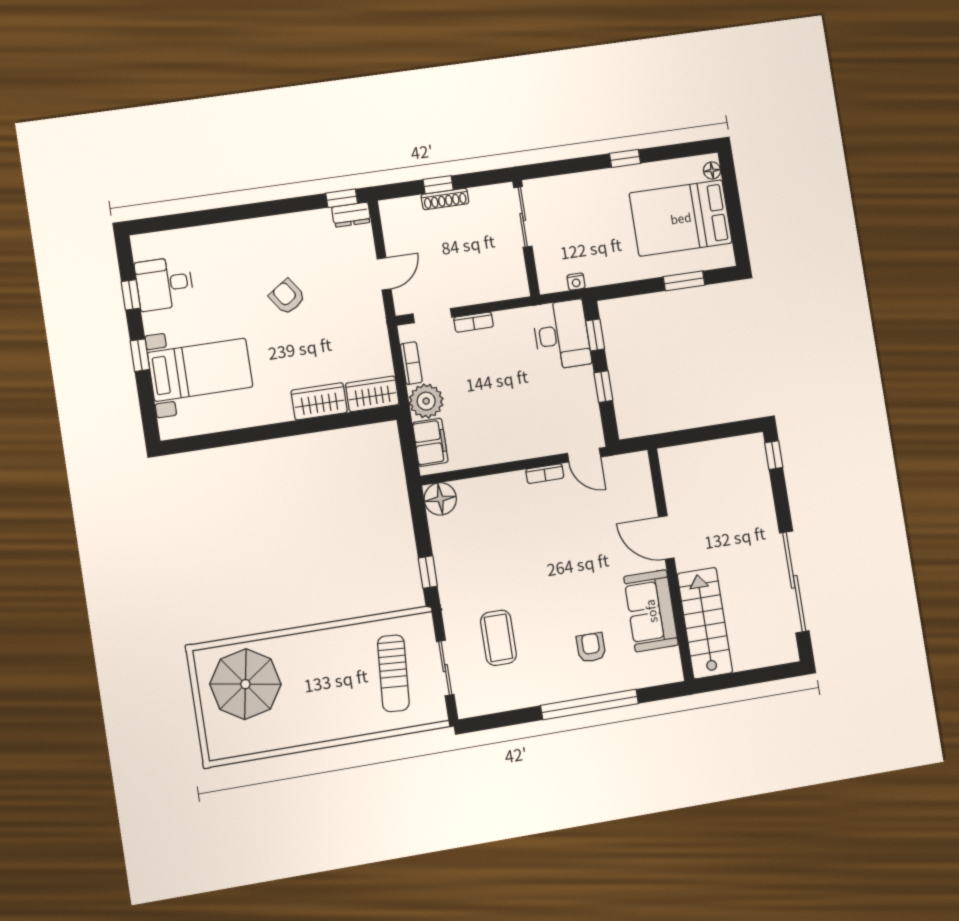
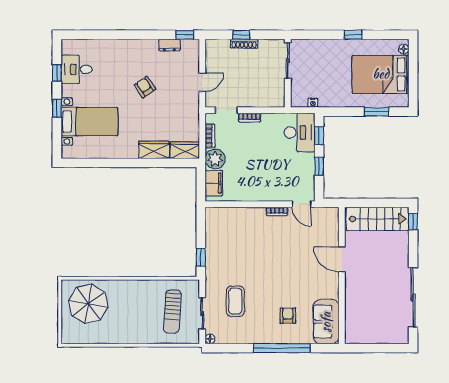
dresser: (351, 215) -> (169, 45), moved
floor lamp: (440, 499) -> (210, 339), moved, width x0.53, depth x0.53
sofa: (651, 611) -> (326, 322), moved
stairs: (705, 623) -> (378, 219), moved, turned 90

